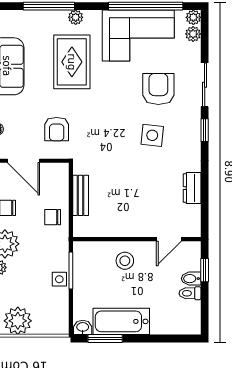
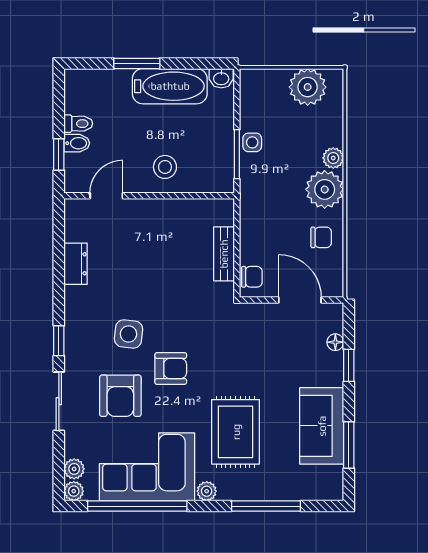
plant: (76, 17) -> (207, 491), moved
armchair: (57, 129) -> (171, 368), moved, turned 90
chair: (53, 217) -> (252, 277), moved
window: (105, 338) -> (137, 63), moved

